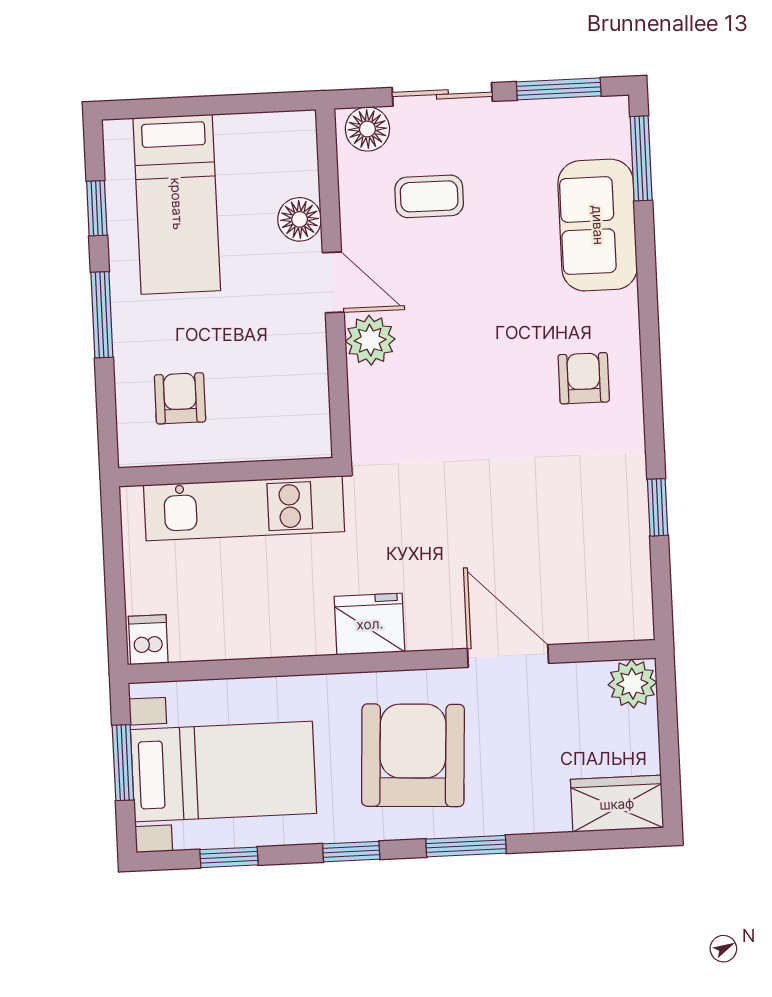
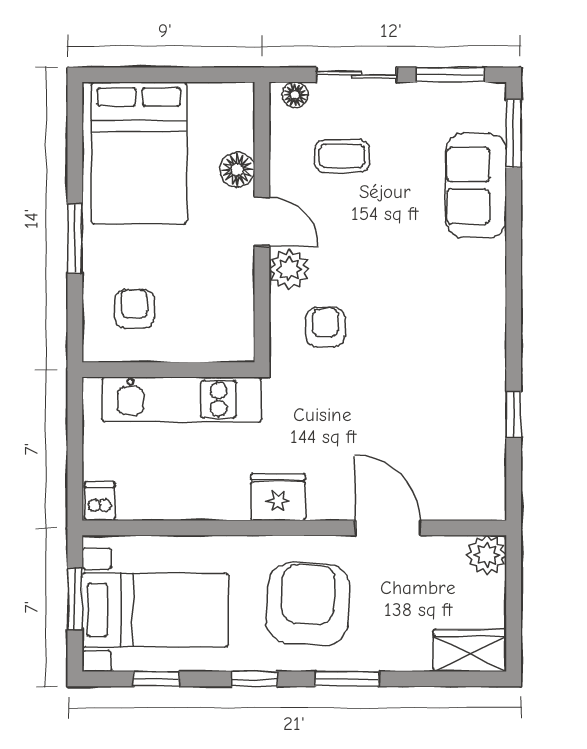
floor lamp: (367, 129) -> (295, 95), width x0.73, depth x0.73
bed: (177, 204) -> (139, 153), width x1.50
window: (97, 208) -> (75, 153), removed
armchair: (584, 378) -> (325, 327), moved

